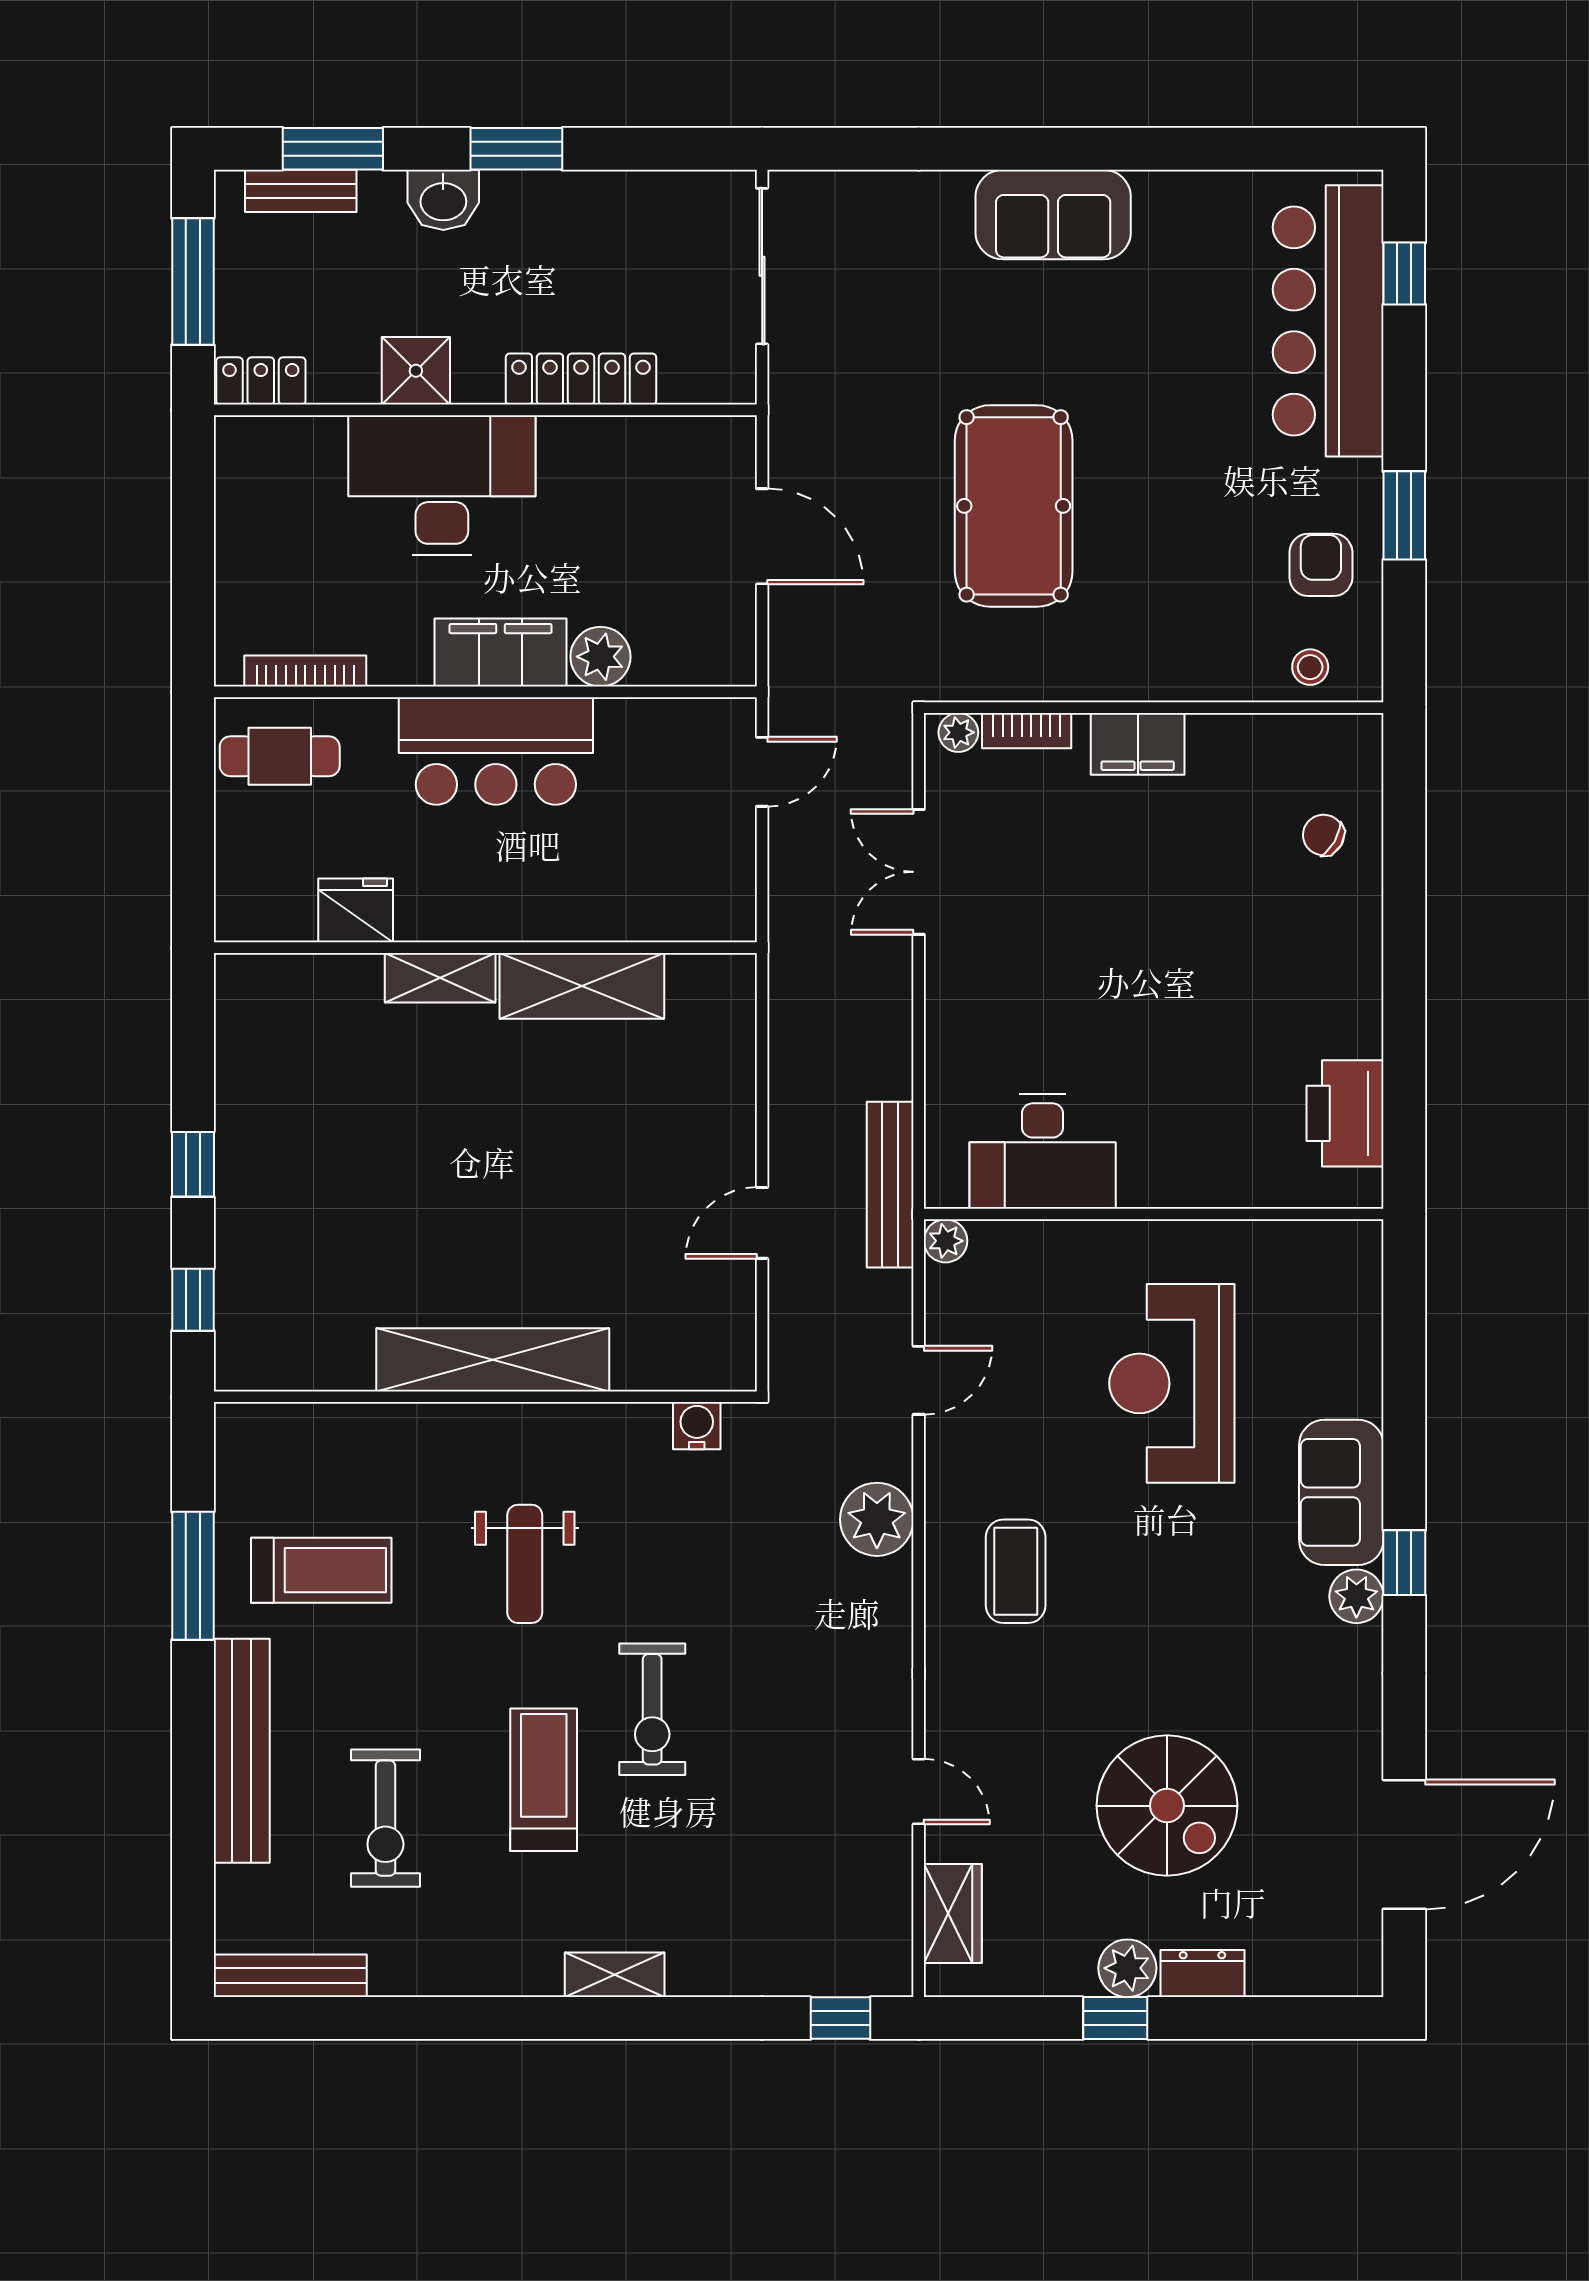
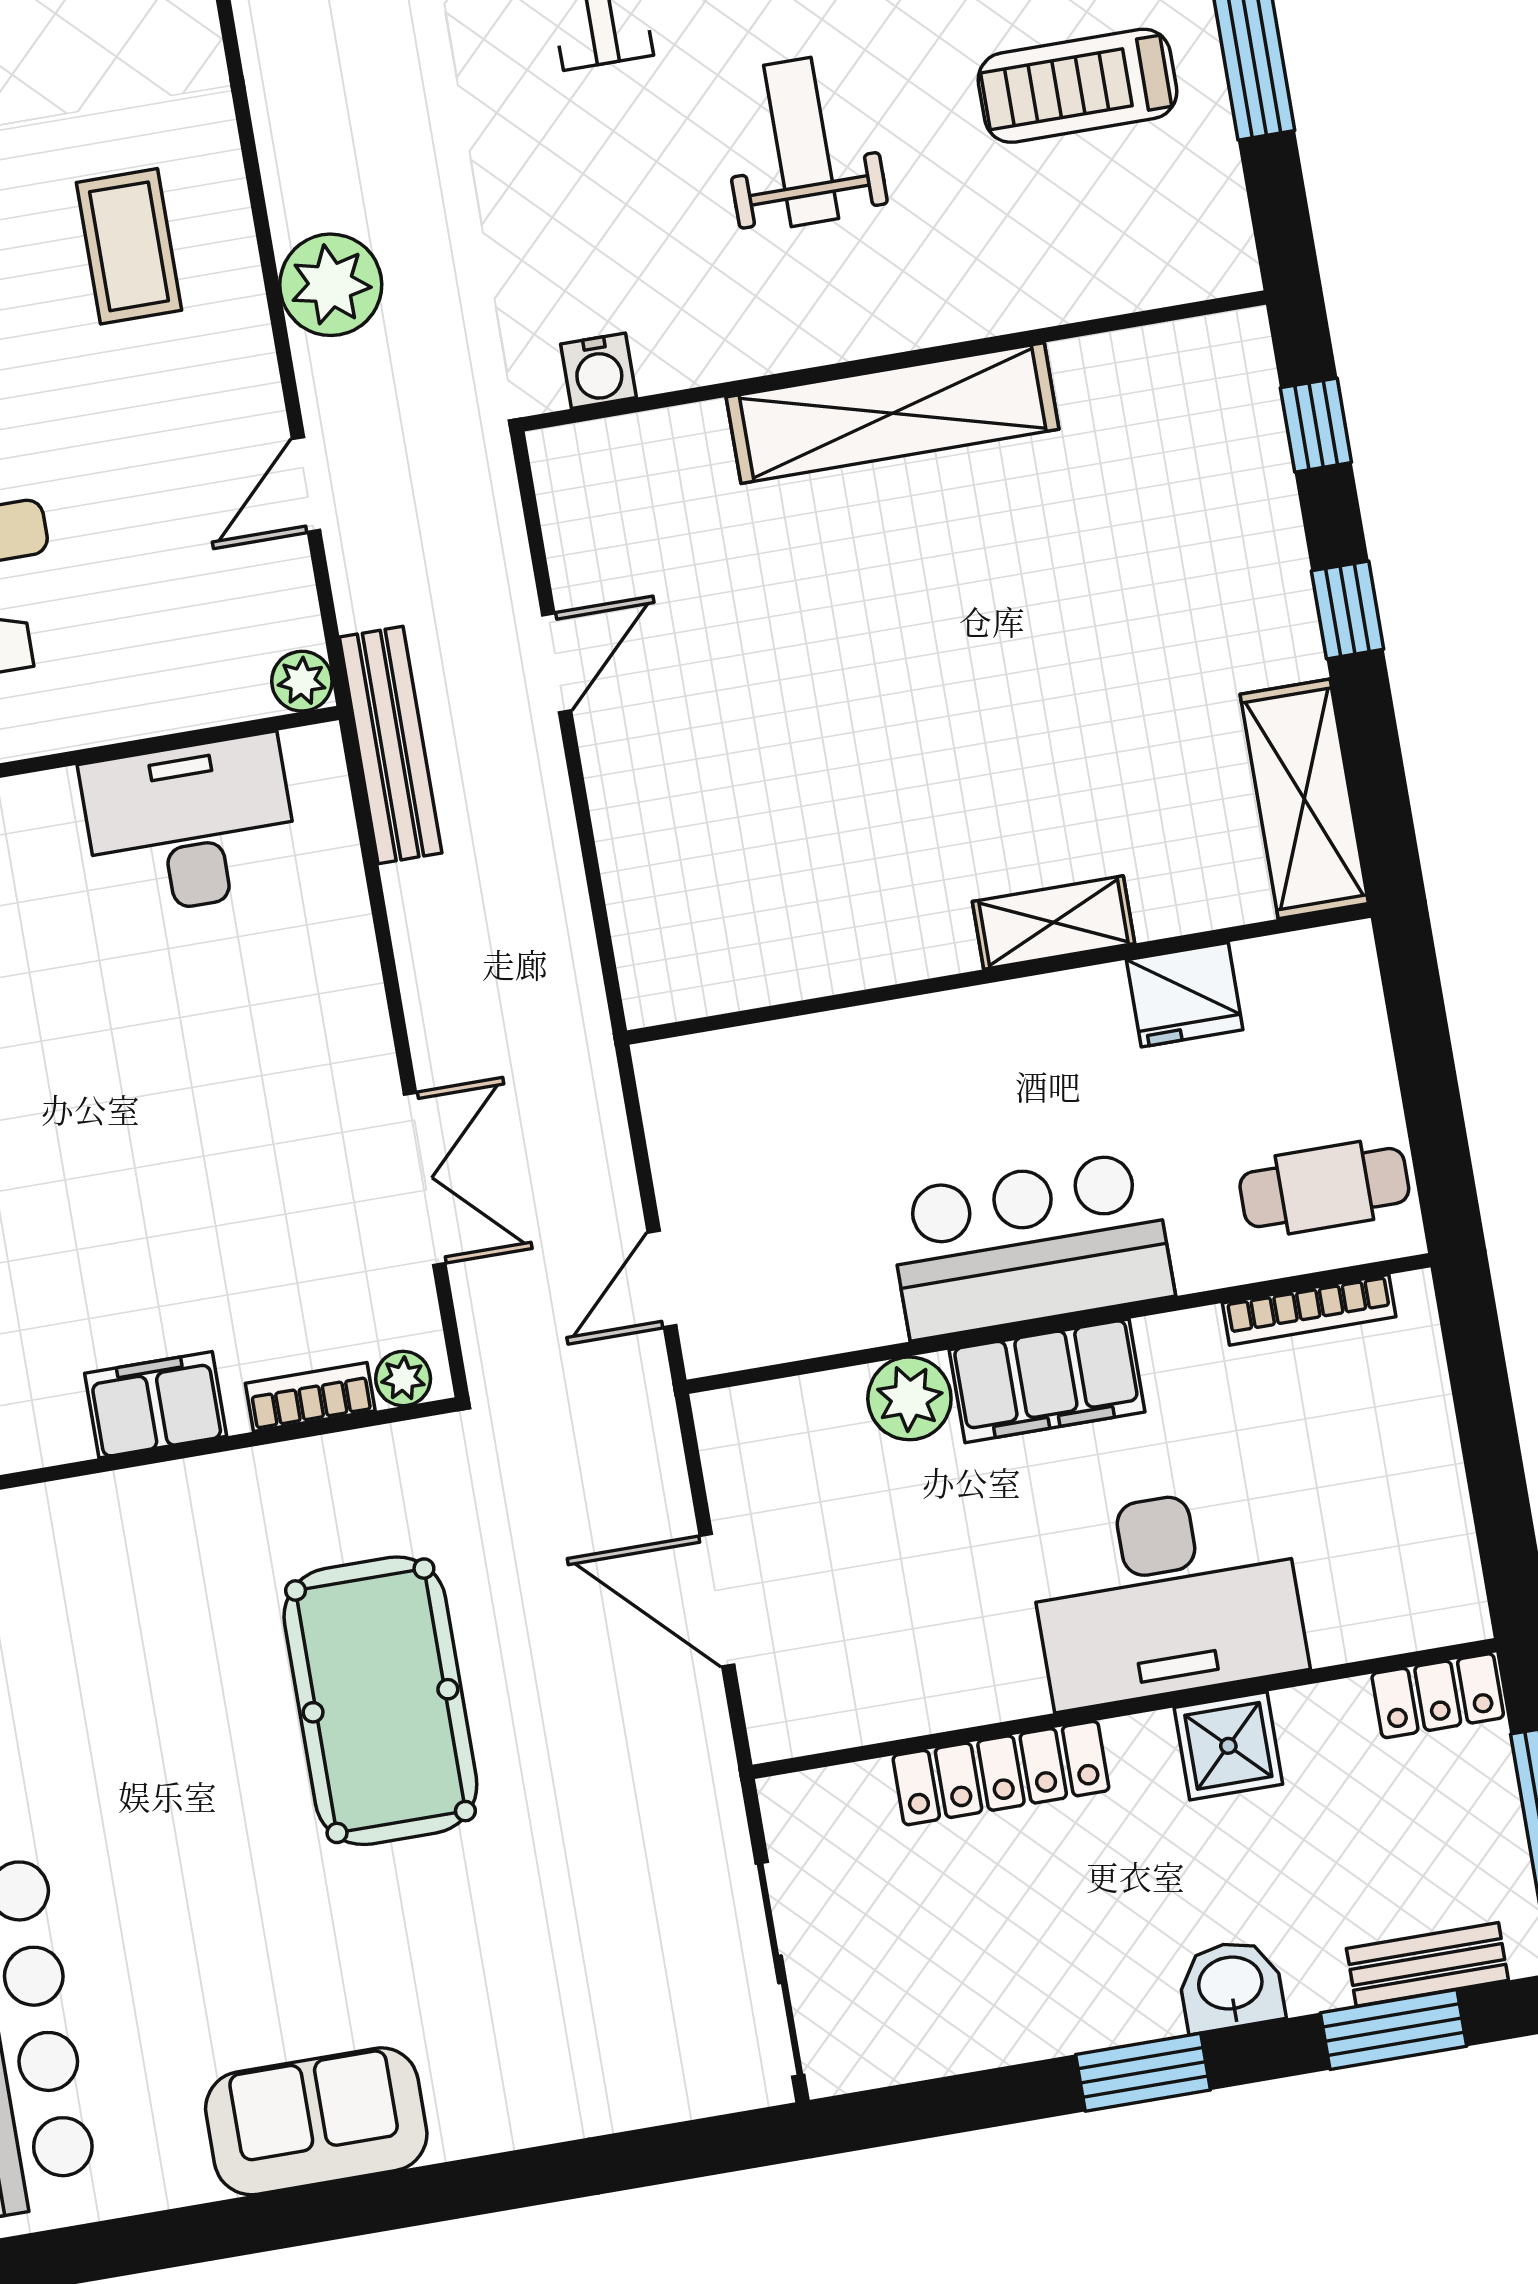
sofa: (1053, 215) -> (316, 2121), moved
shelving: (582, 986) -> (1304, 799), moved, turned 90

